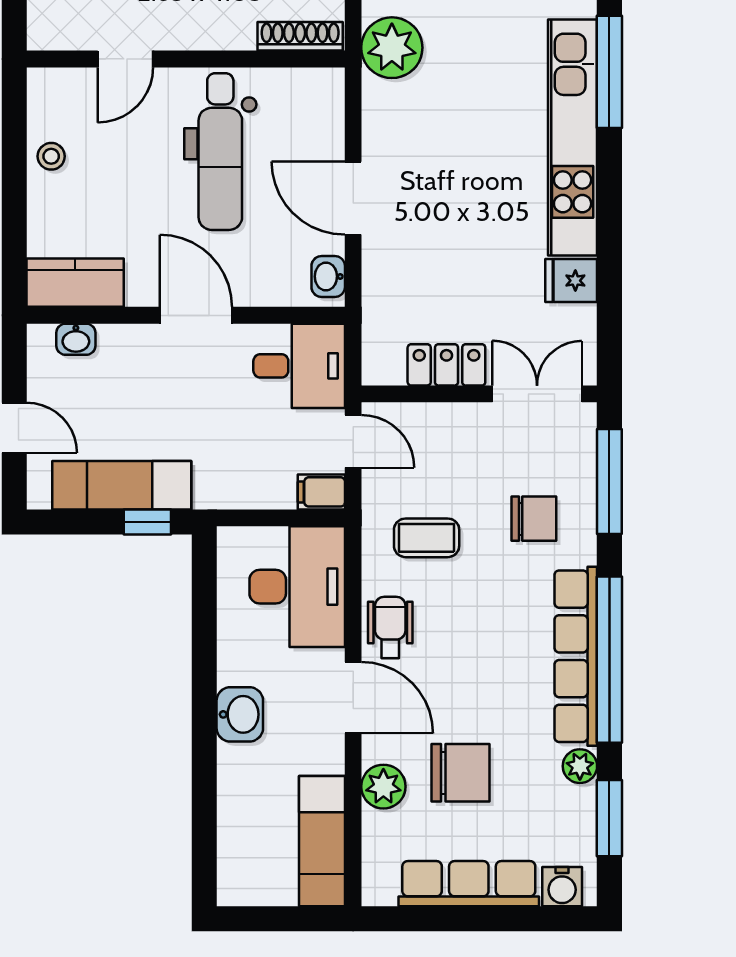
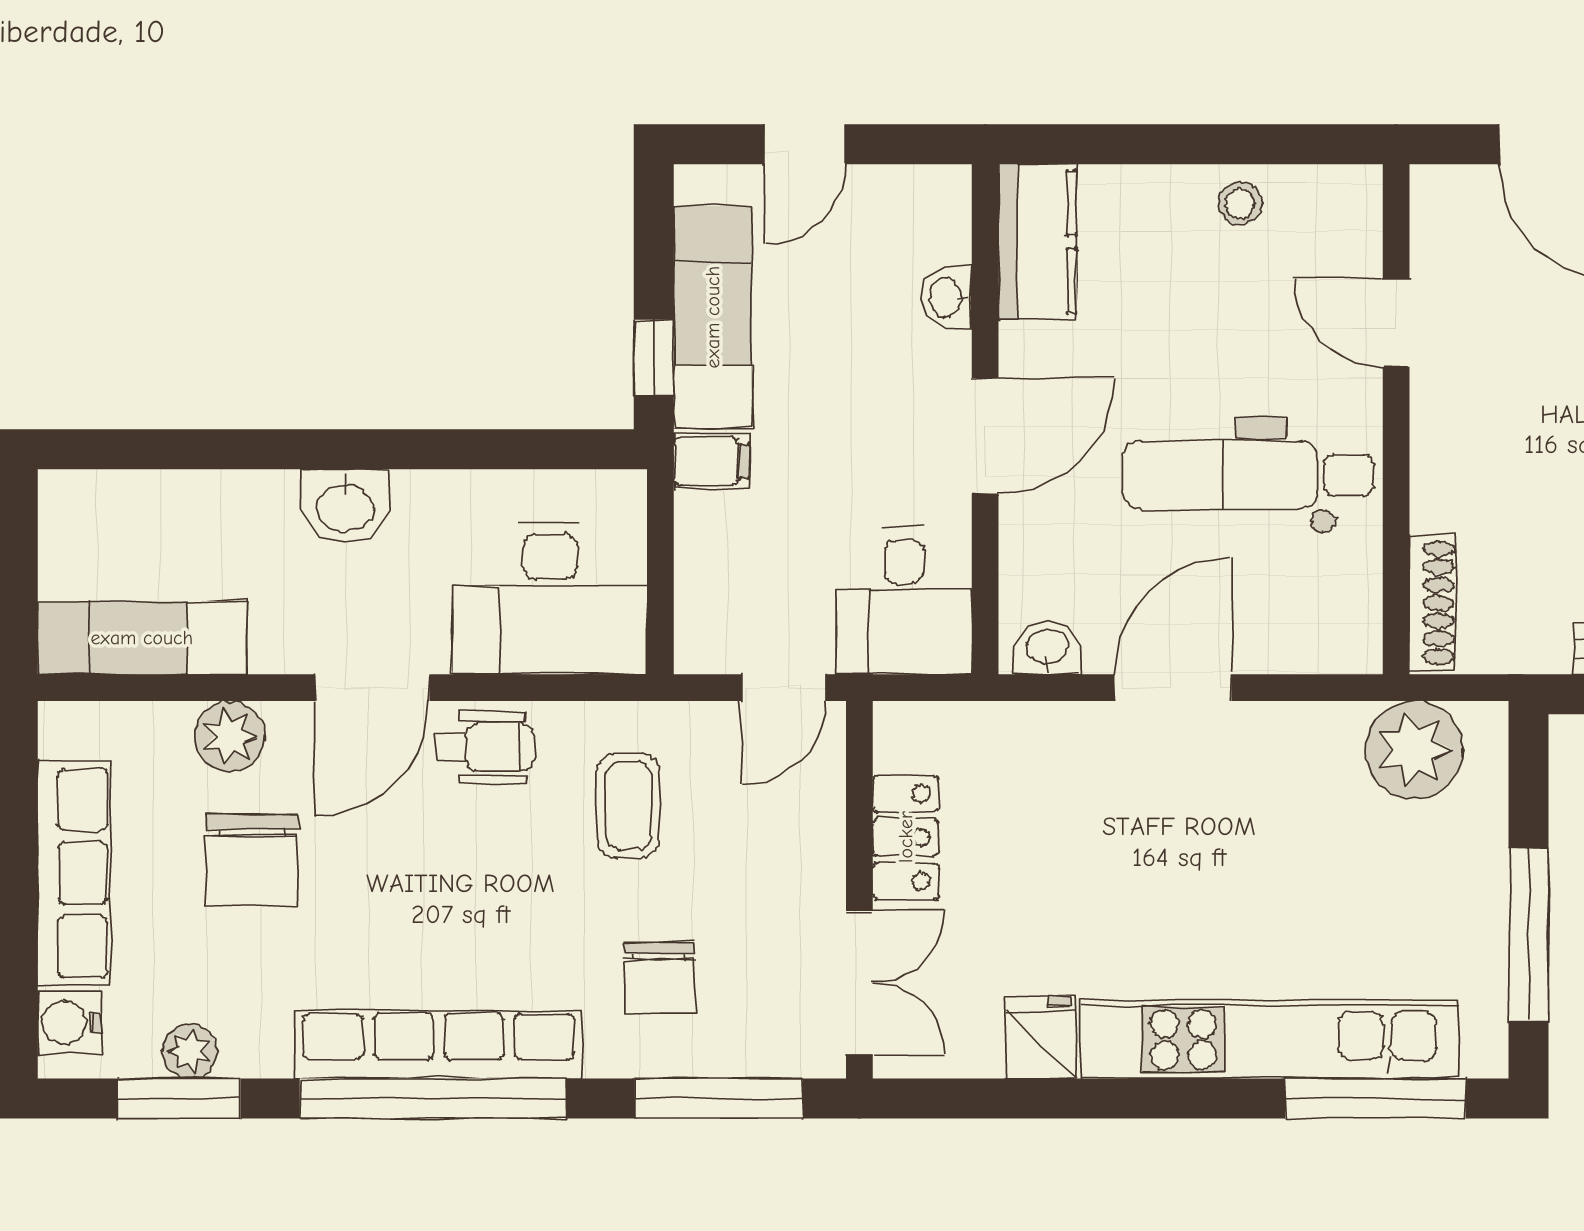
washbasin: (76, 339) -> (947, 298), moved
filing cabinet: (321, 492) -> (711, 461), moved, turned 90
plant: (580, 766) -> (190, 1051), moved

